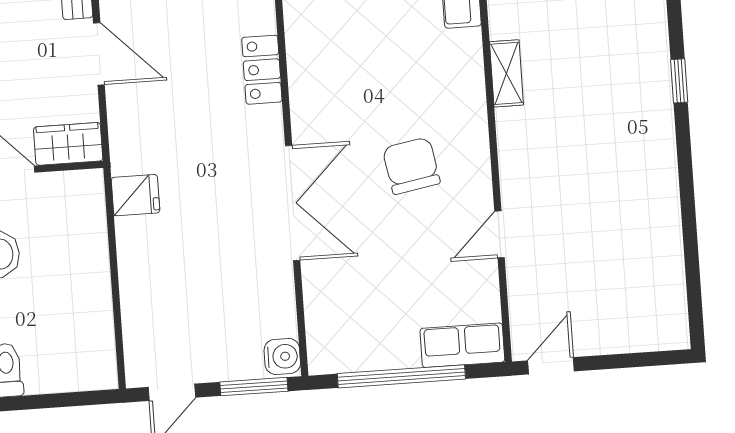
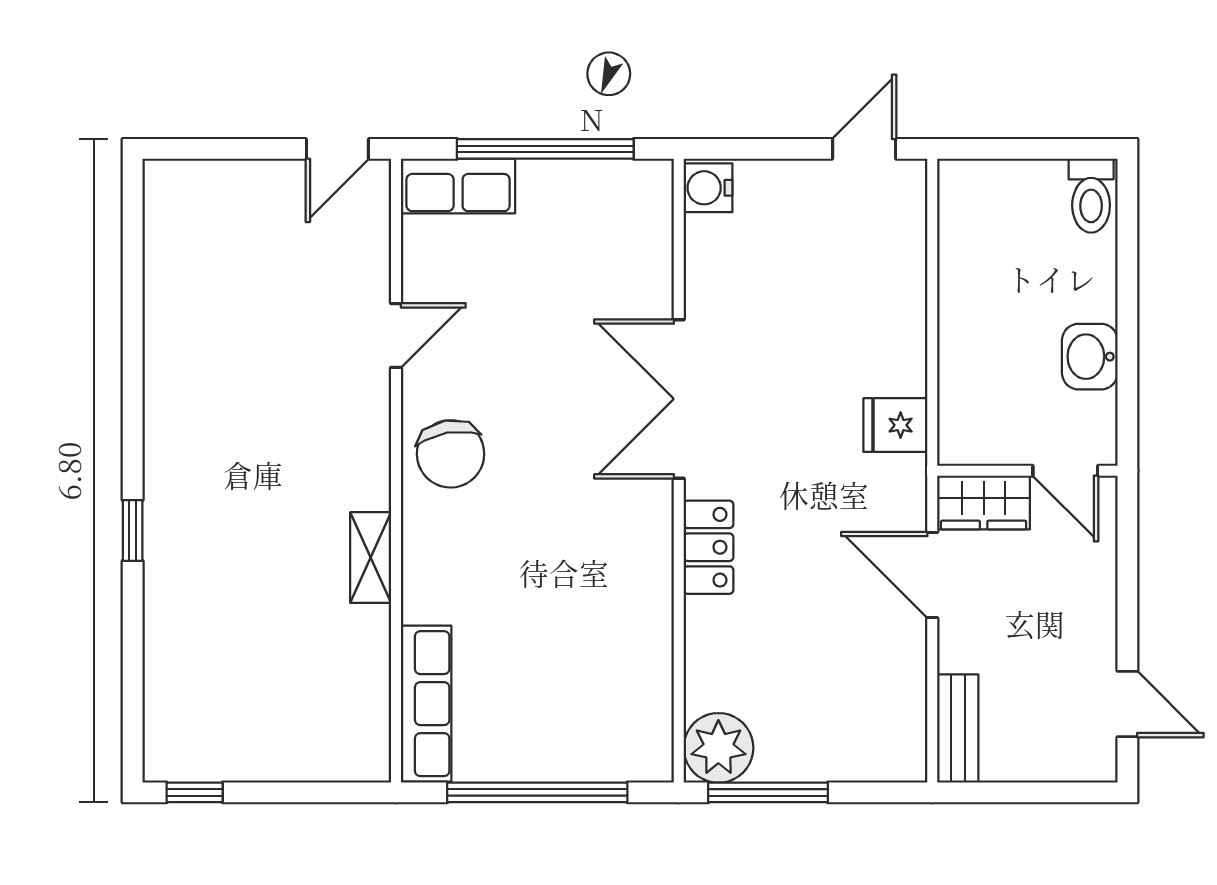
door: (99, 54) -> (932, 575), moved
locker: (262, 70) -> (709, 547), moved
chair: (411, 166) -> (451, 454), moved
window: (254, 387) -> (750, 149), removed

